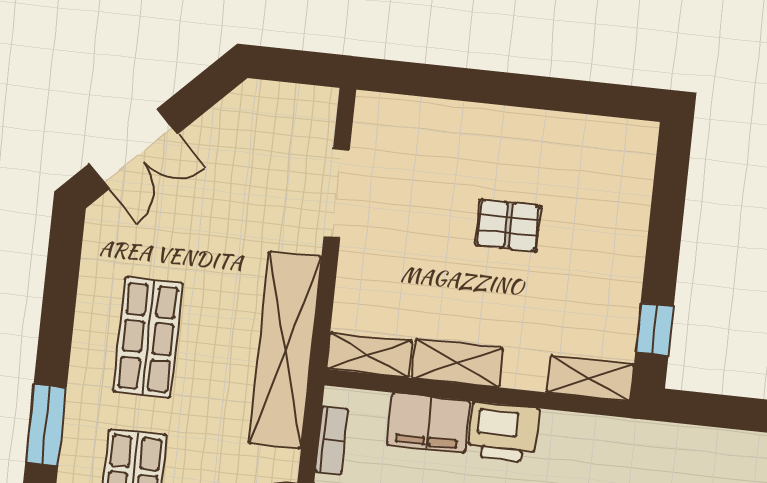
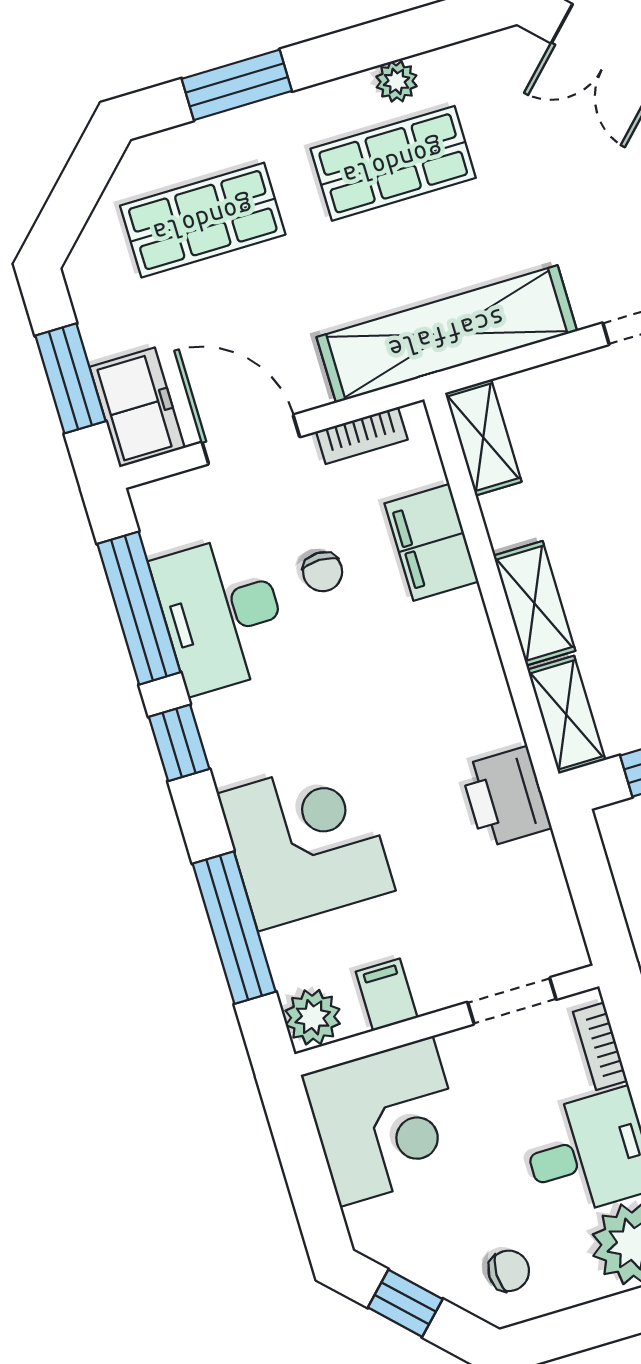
plant: (91, 311) -> (397, 81), added
shelving: (457, 363) -> (534, 603), moved
printer: (503, 432) -> (506, 797), moved

